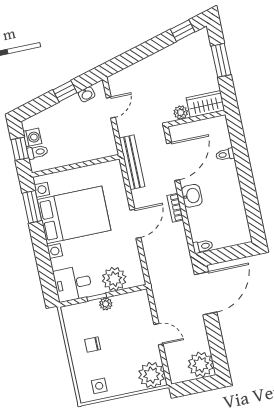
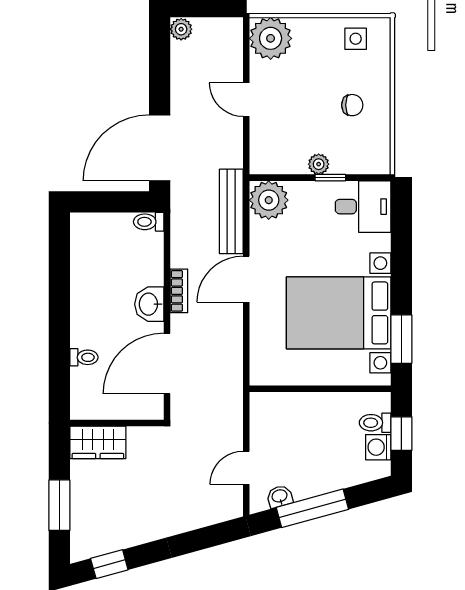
window: (65, 91) -> (312, 508), width x2.17
plant: (181, 112) -> (139, 437), removed
bench: (132, 162) -> (231, 211), moved
plant: (114, 279) -> (269, 200), moved
plant: (201, 364) -> (181, 29), width x0.53, depth x0.53

